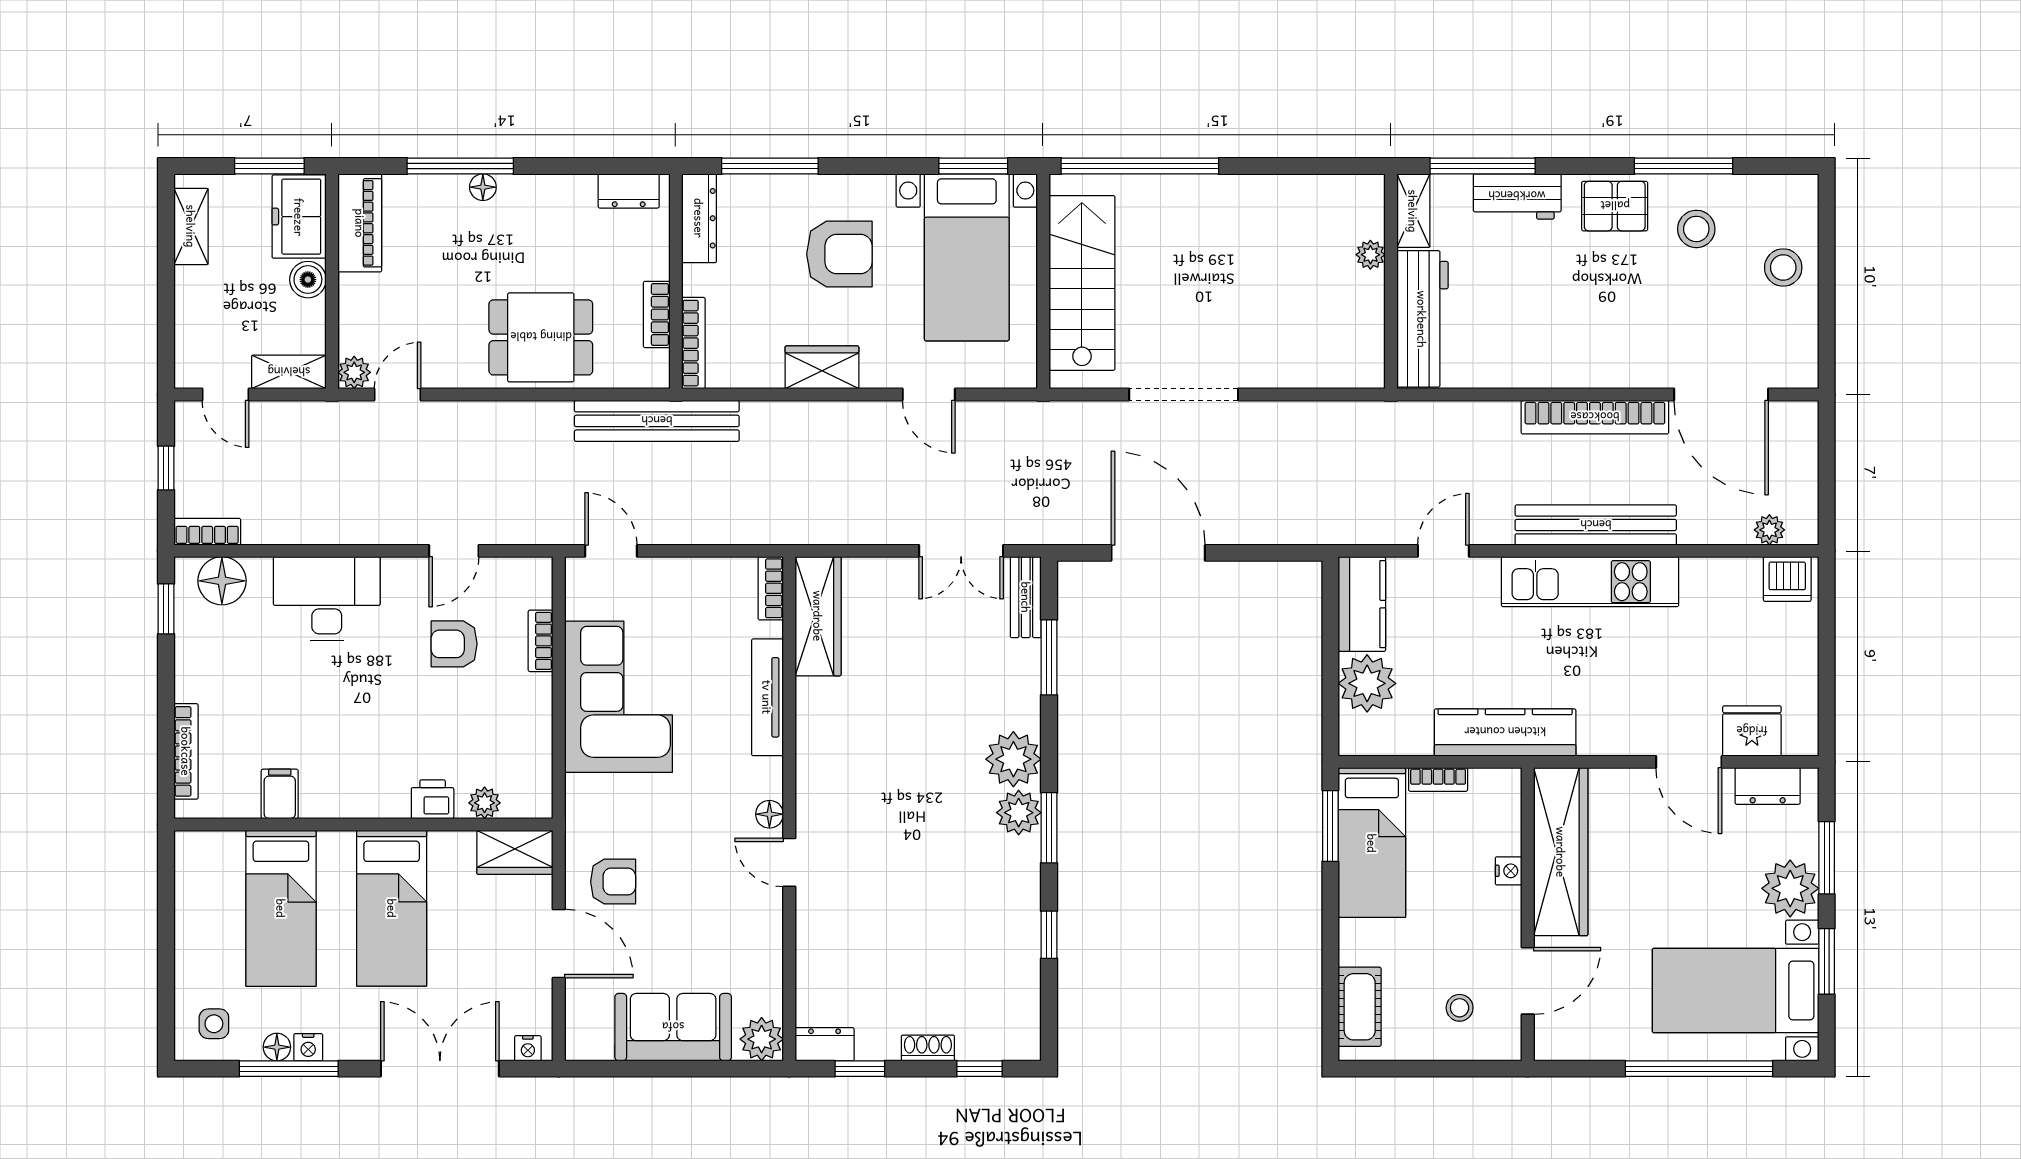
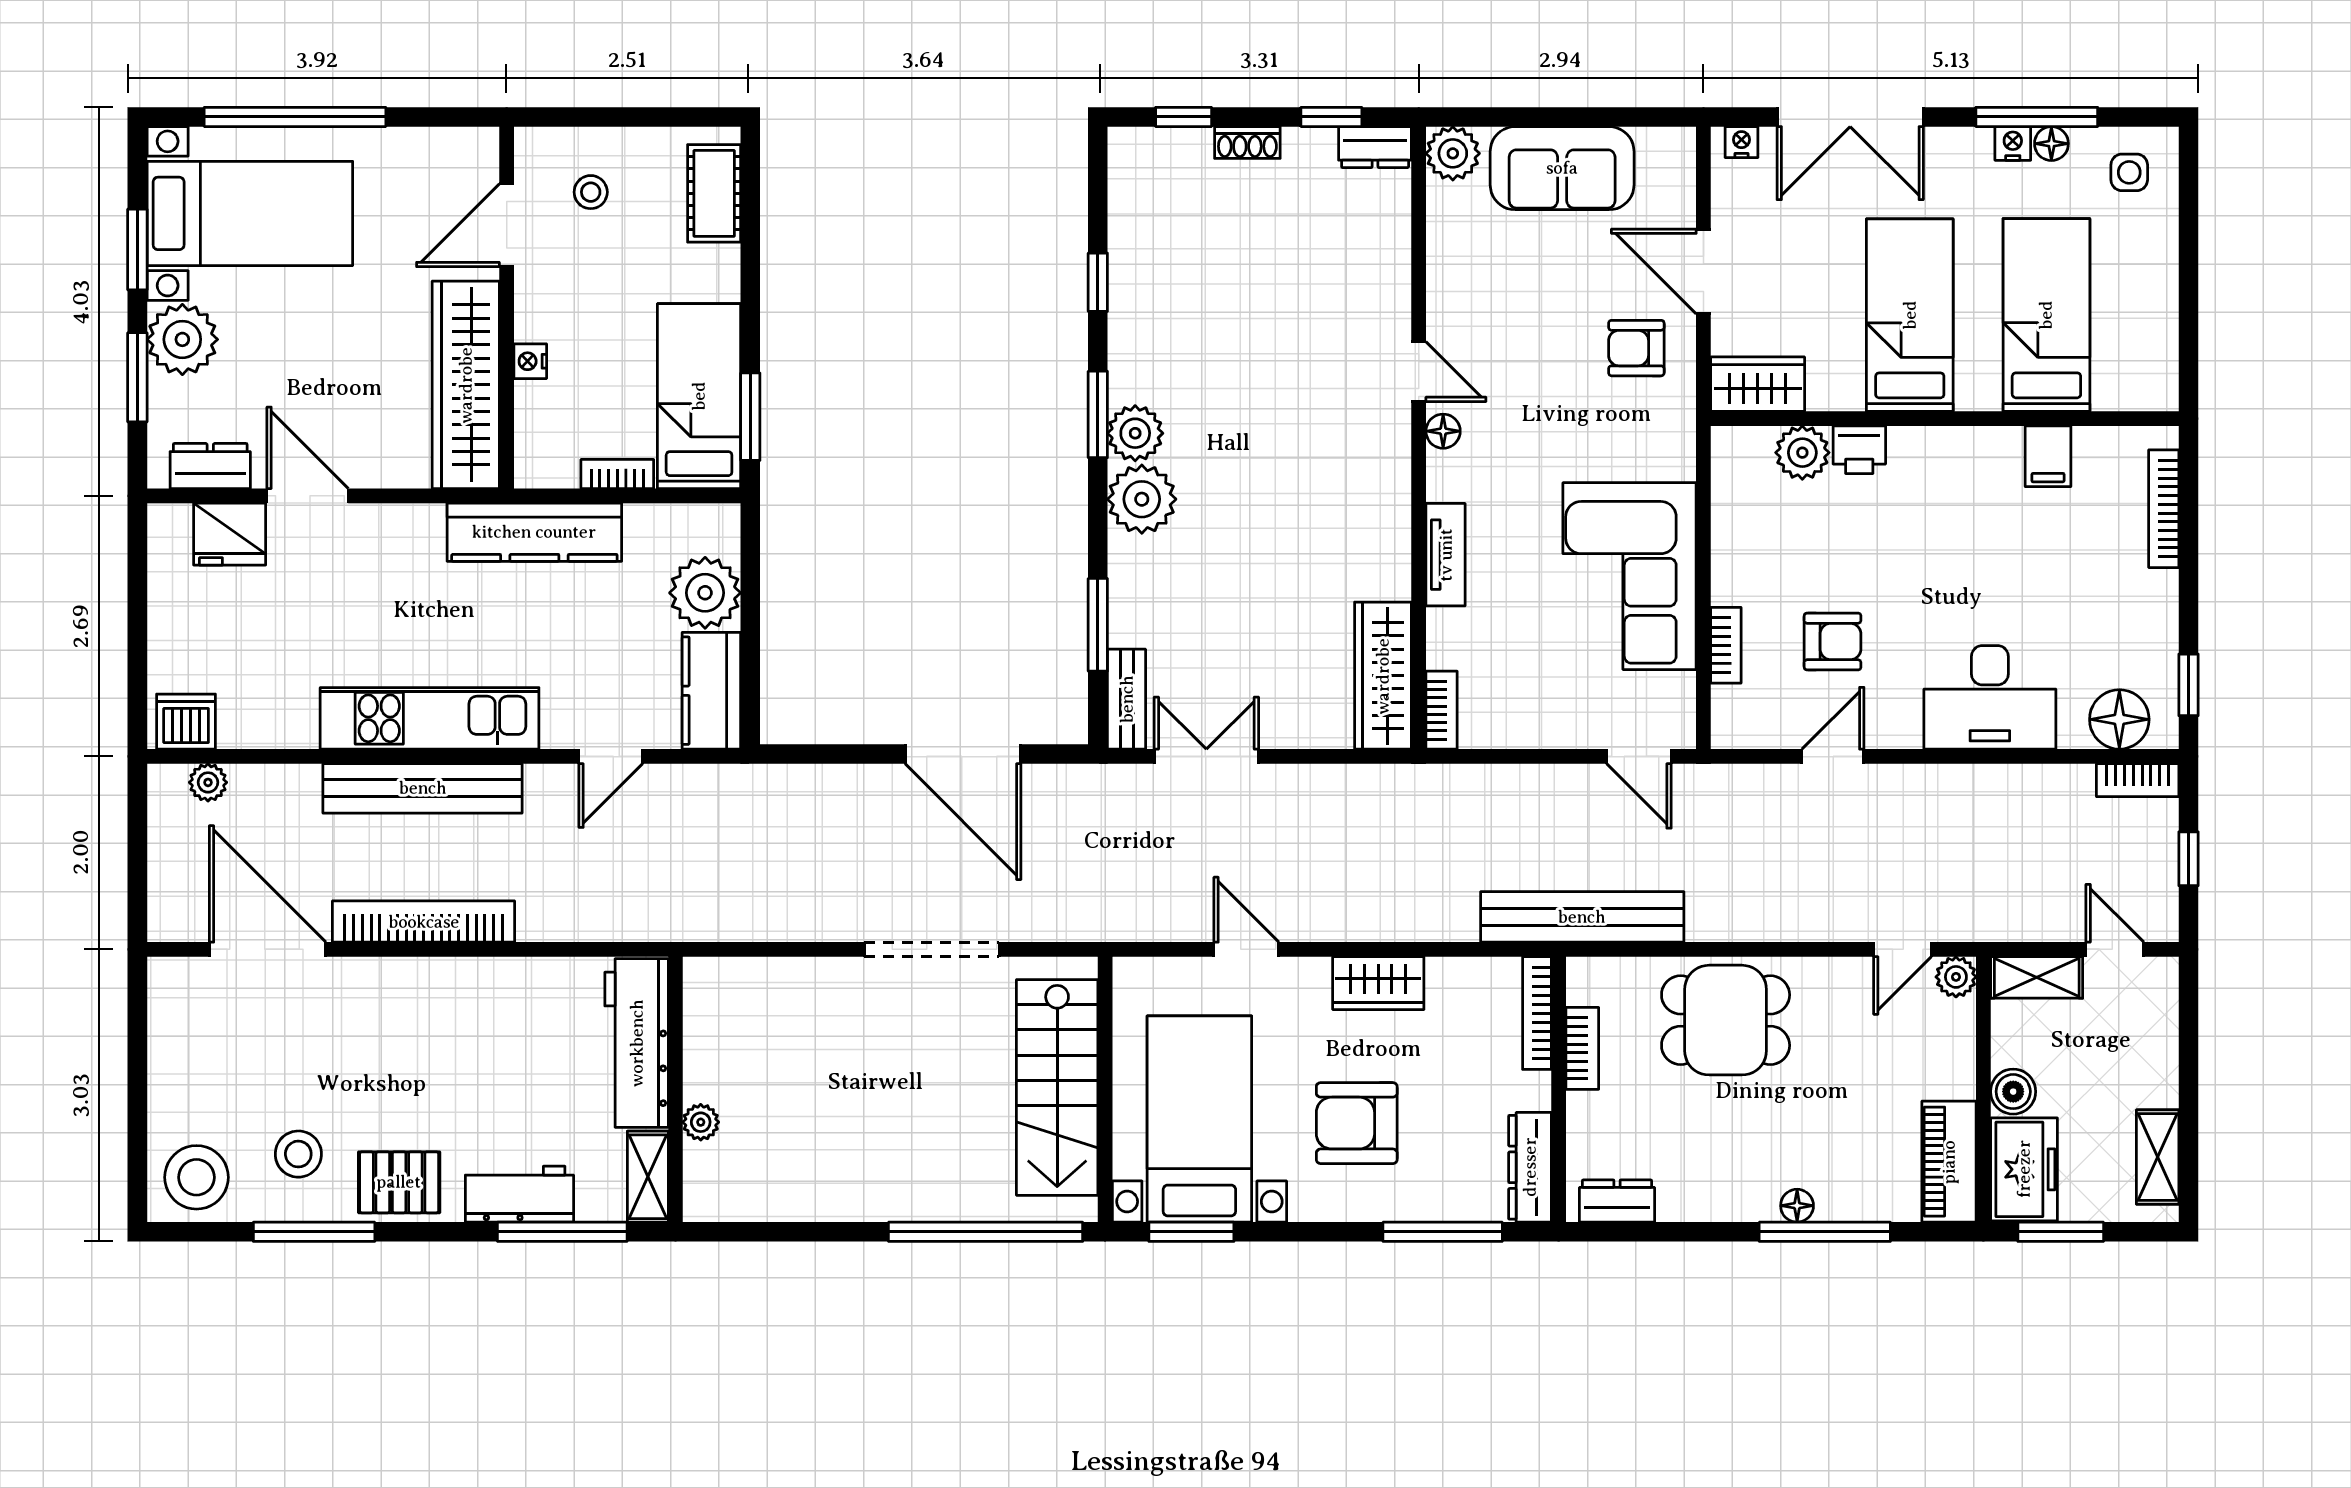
stool: (1783, 268) -> (196, 1177), moved, width x1.38, depth x1.38
tv unit: (767, 697) -> (1446, 555), width x0.71
plant: (485, 803) -> (1802, 453), width x1.38, depth x1.38

